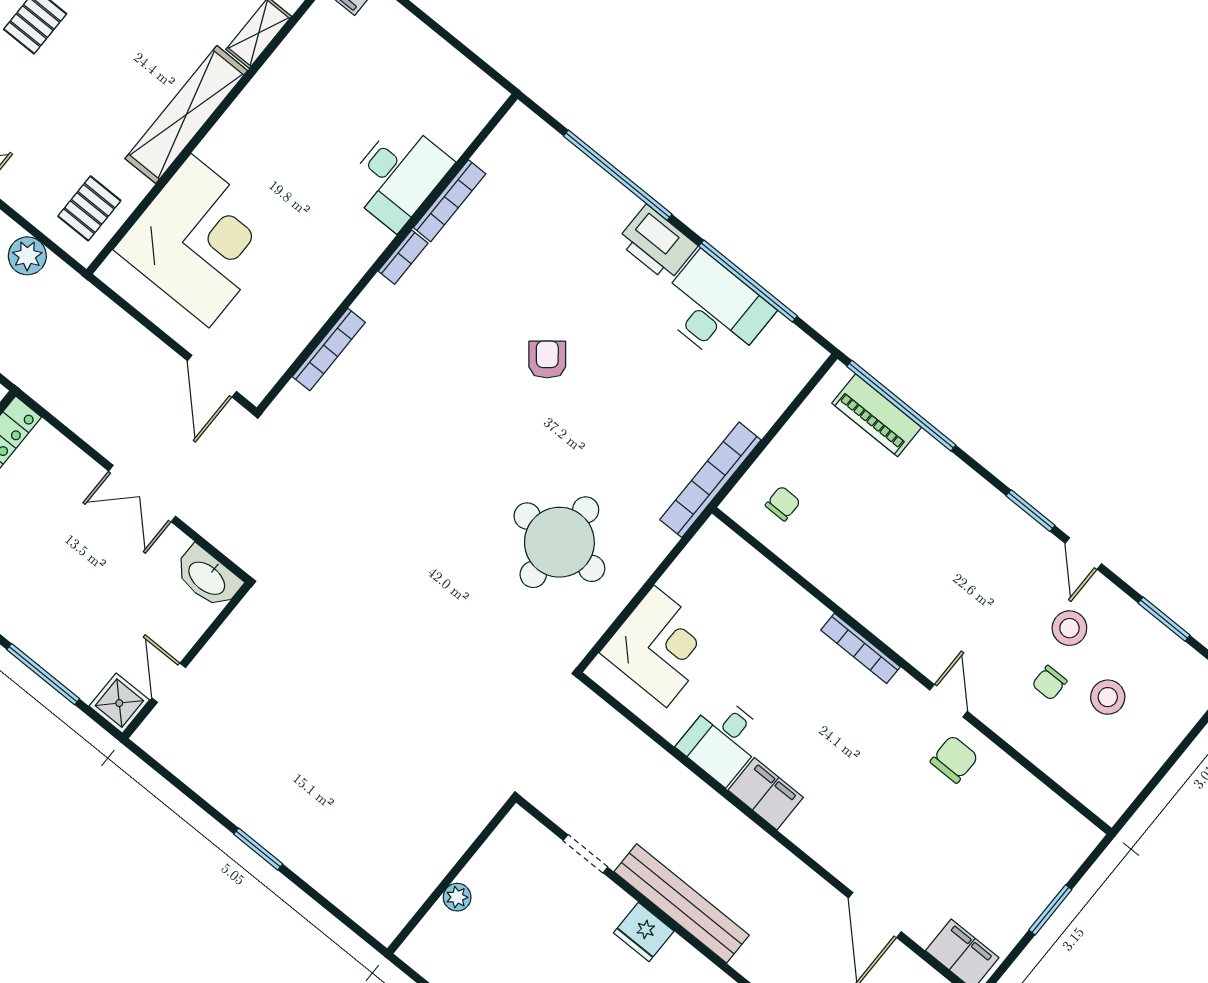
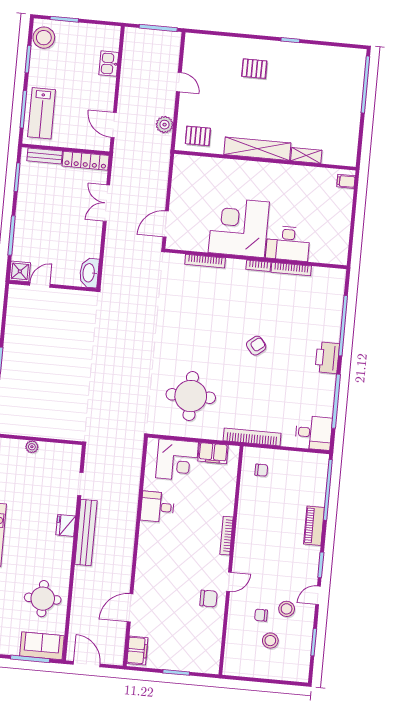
corner desk: (200, 241) -> (239, 227), moved, turned 180
desk: (714, 309) -> (314, 433), moved, width x0.73
piano: (877, 415) -> (314, 526), moved
double door: (142, 494) -> (106, 203), moved
filing cabinet: (766, 794) -> (213, 453), moved, turned 90

